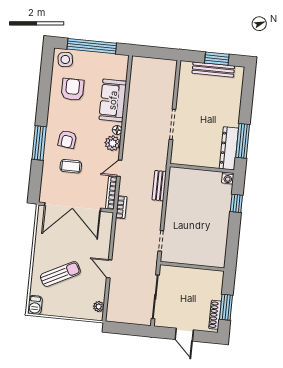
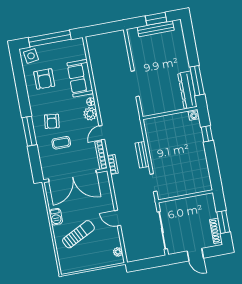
armchair: (72, 89) -> (44, 79), turned 180
bench: (159, 186) -> (142, 155), moved
barbecue: (35, 305) -> (56, 217), moved

